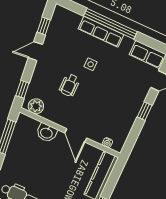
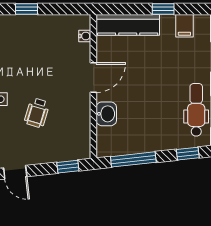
wheelchair: (70, 85) -> (37, 113), turned 107
plant: (36, 106) -> (81, 141), removed

